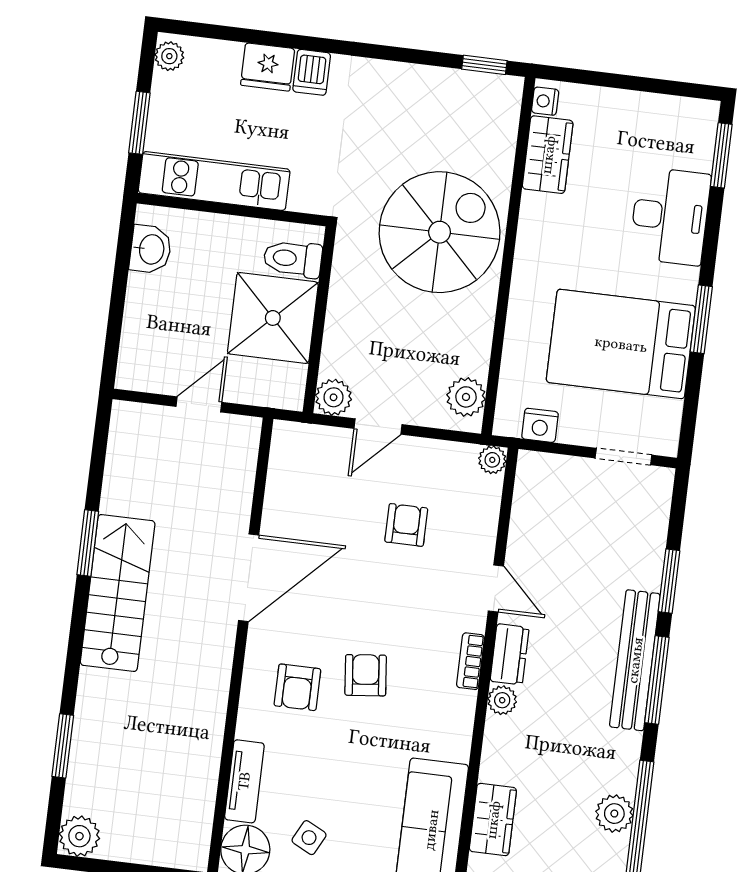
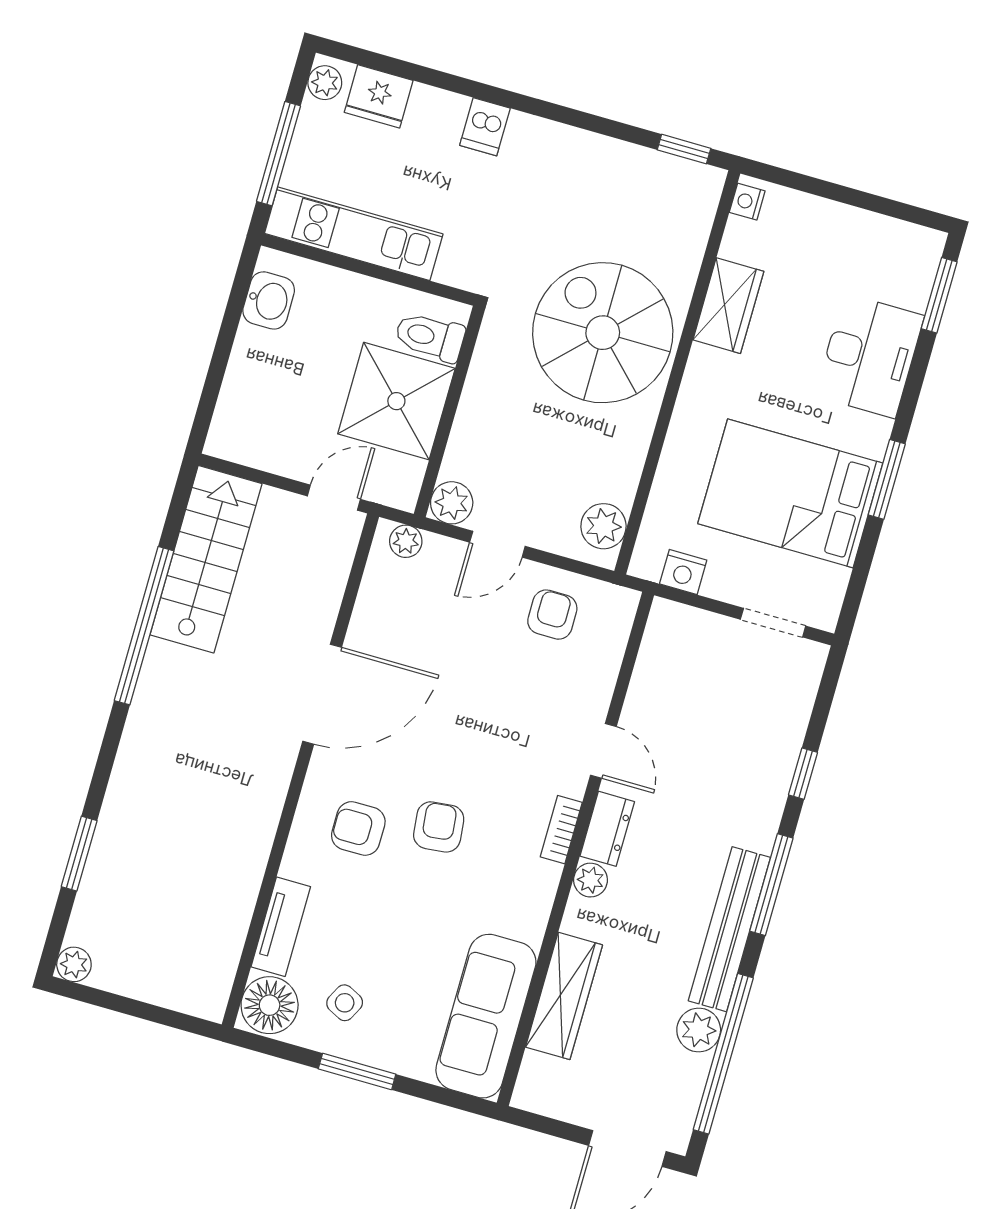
fridge: (268, 67) -> (379, 96), moved
window: (139, 123) -> (278, 154), width x1.44
wardrobe: (548, 155) -> (728, 306), moved
spiral stairs: (440, 232) -> (603, 333), turned -90
door: (199, 404) -> (334, 498), moved
plant: (492, 460) -> (406, 541), moved
armchair: (406, 525) -> (552, 615), moved
window: (88, 543) -> (144, 626), width x2.11
window: (669, 581) -> (803, 774), width x0.67
stairs: (118, 593) -> (206, 559), moved
bench: (635, 660) -> (729, 929), moved
armchair: (297, 687) -> (358, 828), turned 90
wardrobe: (493, 820) -> (564, 996), width x1.50
plant: (79, 836) -> (74, 964), width x0.73, depth x0.73

